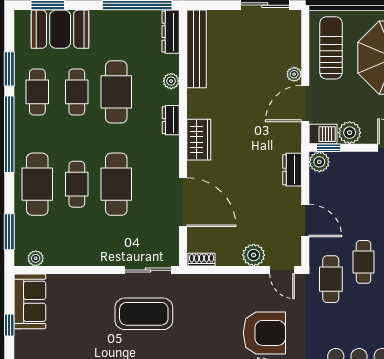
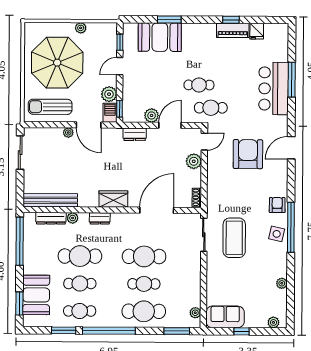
dresser: (171, 32) -> (51, 218), moved
plant: (319, 162) -> (152, 115), moved

